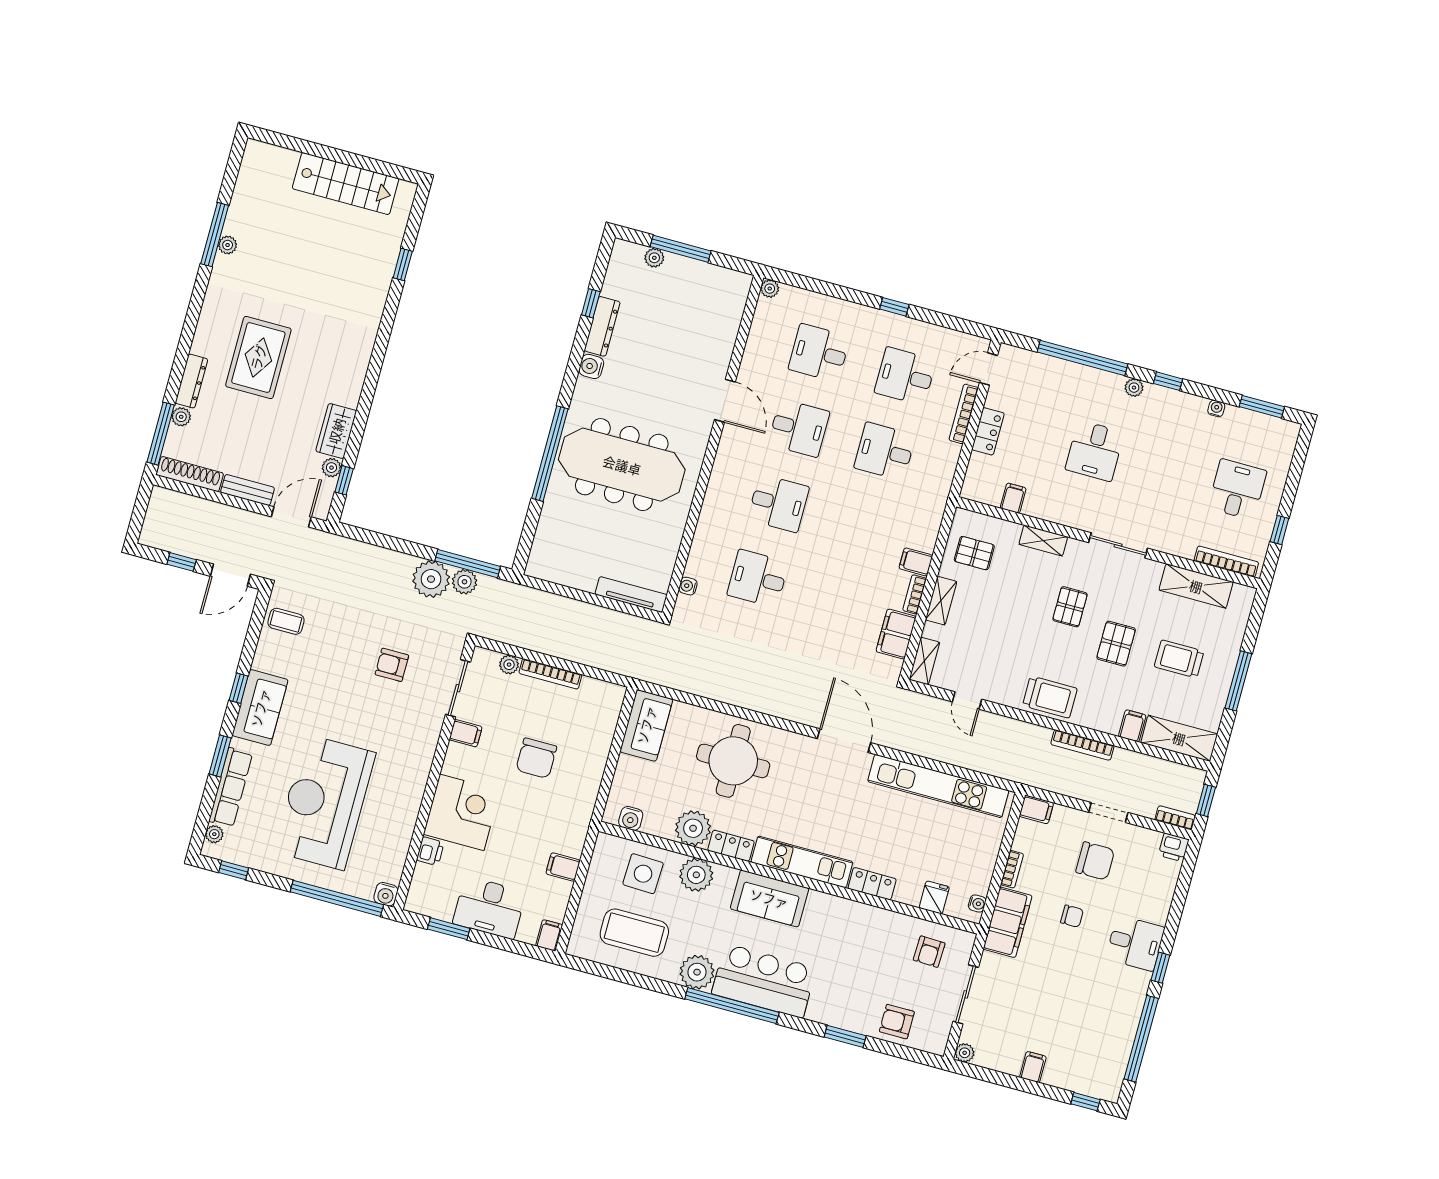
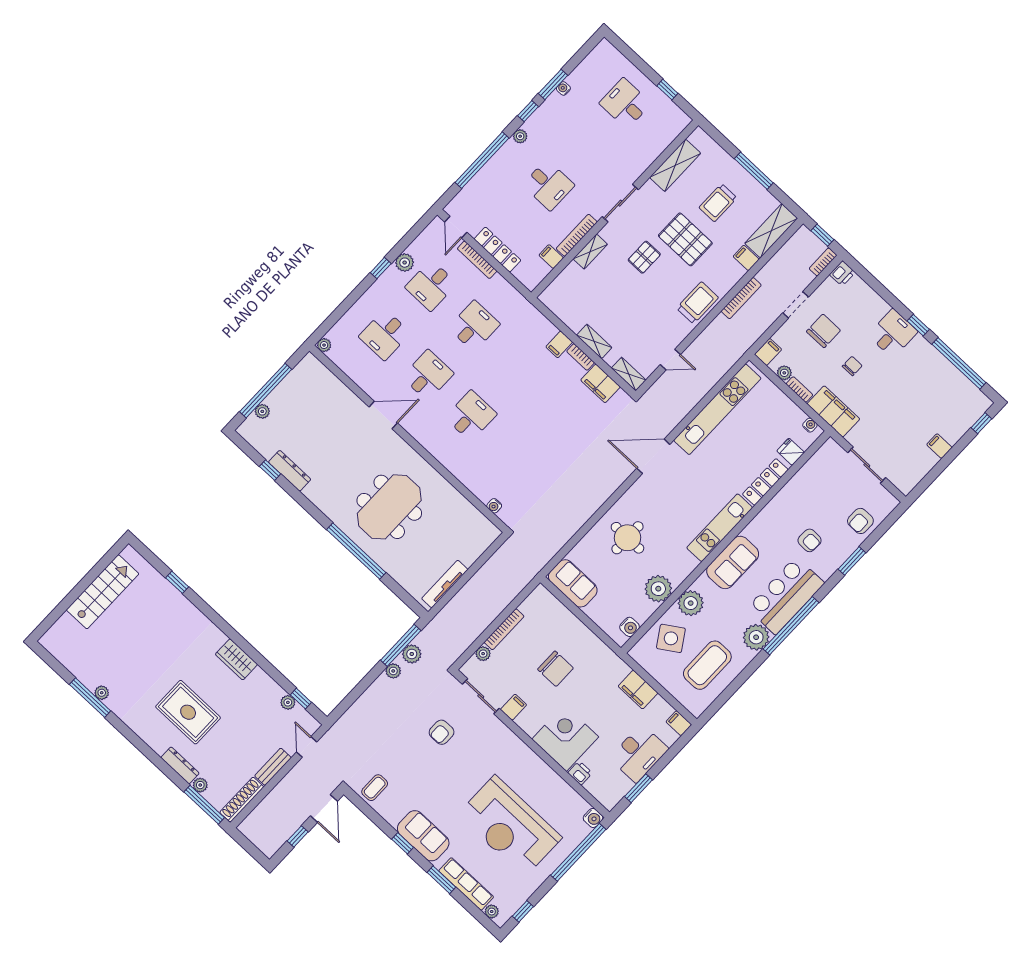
window: (681, 249) -> (266, 391), width x1.46
plant: (916, 331) -> (405, 263), added
water cooler: (591, 366) -> (313, 492), removed
window: (1262, 407) -> (553, 84), moved
wardrobe: (336, 431) -> (236, 659), moved
locker: (988, 431) -> (497, 250), width x1.53
desk: (885, 451) -> (474, 326), turned 180
meeting table: (622, 465) -> (389, 507), width x0.73
door: (291, 517) -> (307, 747), width x0.73
pallet: (974, 553) -> (574, 302), removed
bookcase: (1226, 562) -> (577, 235), moved
plant: (431, 579) -> (393, 671), width x0.53, depth x0.53
desk: (758, 579) -> (514, 456), removed
tv unit: (631, 594) -> (445, 584), moved
pallet: (1070, 607) -> (644, 257), turned 90
pallet: (1116, 644) -> (685, 239), width x1.50, depth x1.42
round table: (733, 761) -> (627, 538), width x0.73, depth x0.73
locker: (731, 846) -> (684, 569), removed
filing cabinet: (563, 867) -> (638, 690), width x2.00
side table: (643, 874) -> (671, 638), turned -35
locker: (872, 884) -> (765, 482), width x1.53
armchair: (929, 952) -> (810, 540), moved
plant: (965, 1053) -> (784, 373), moved

